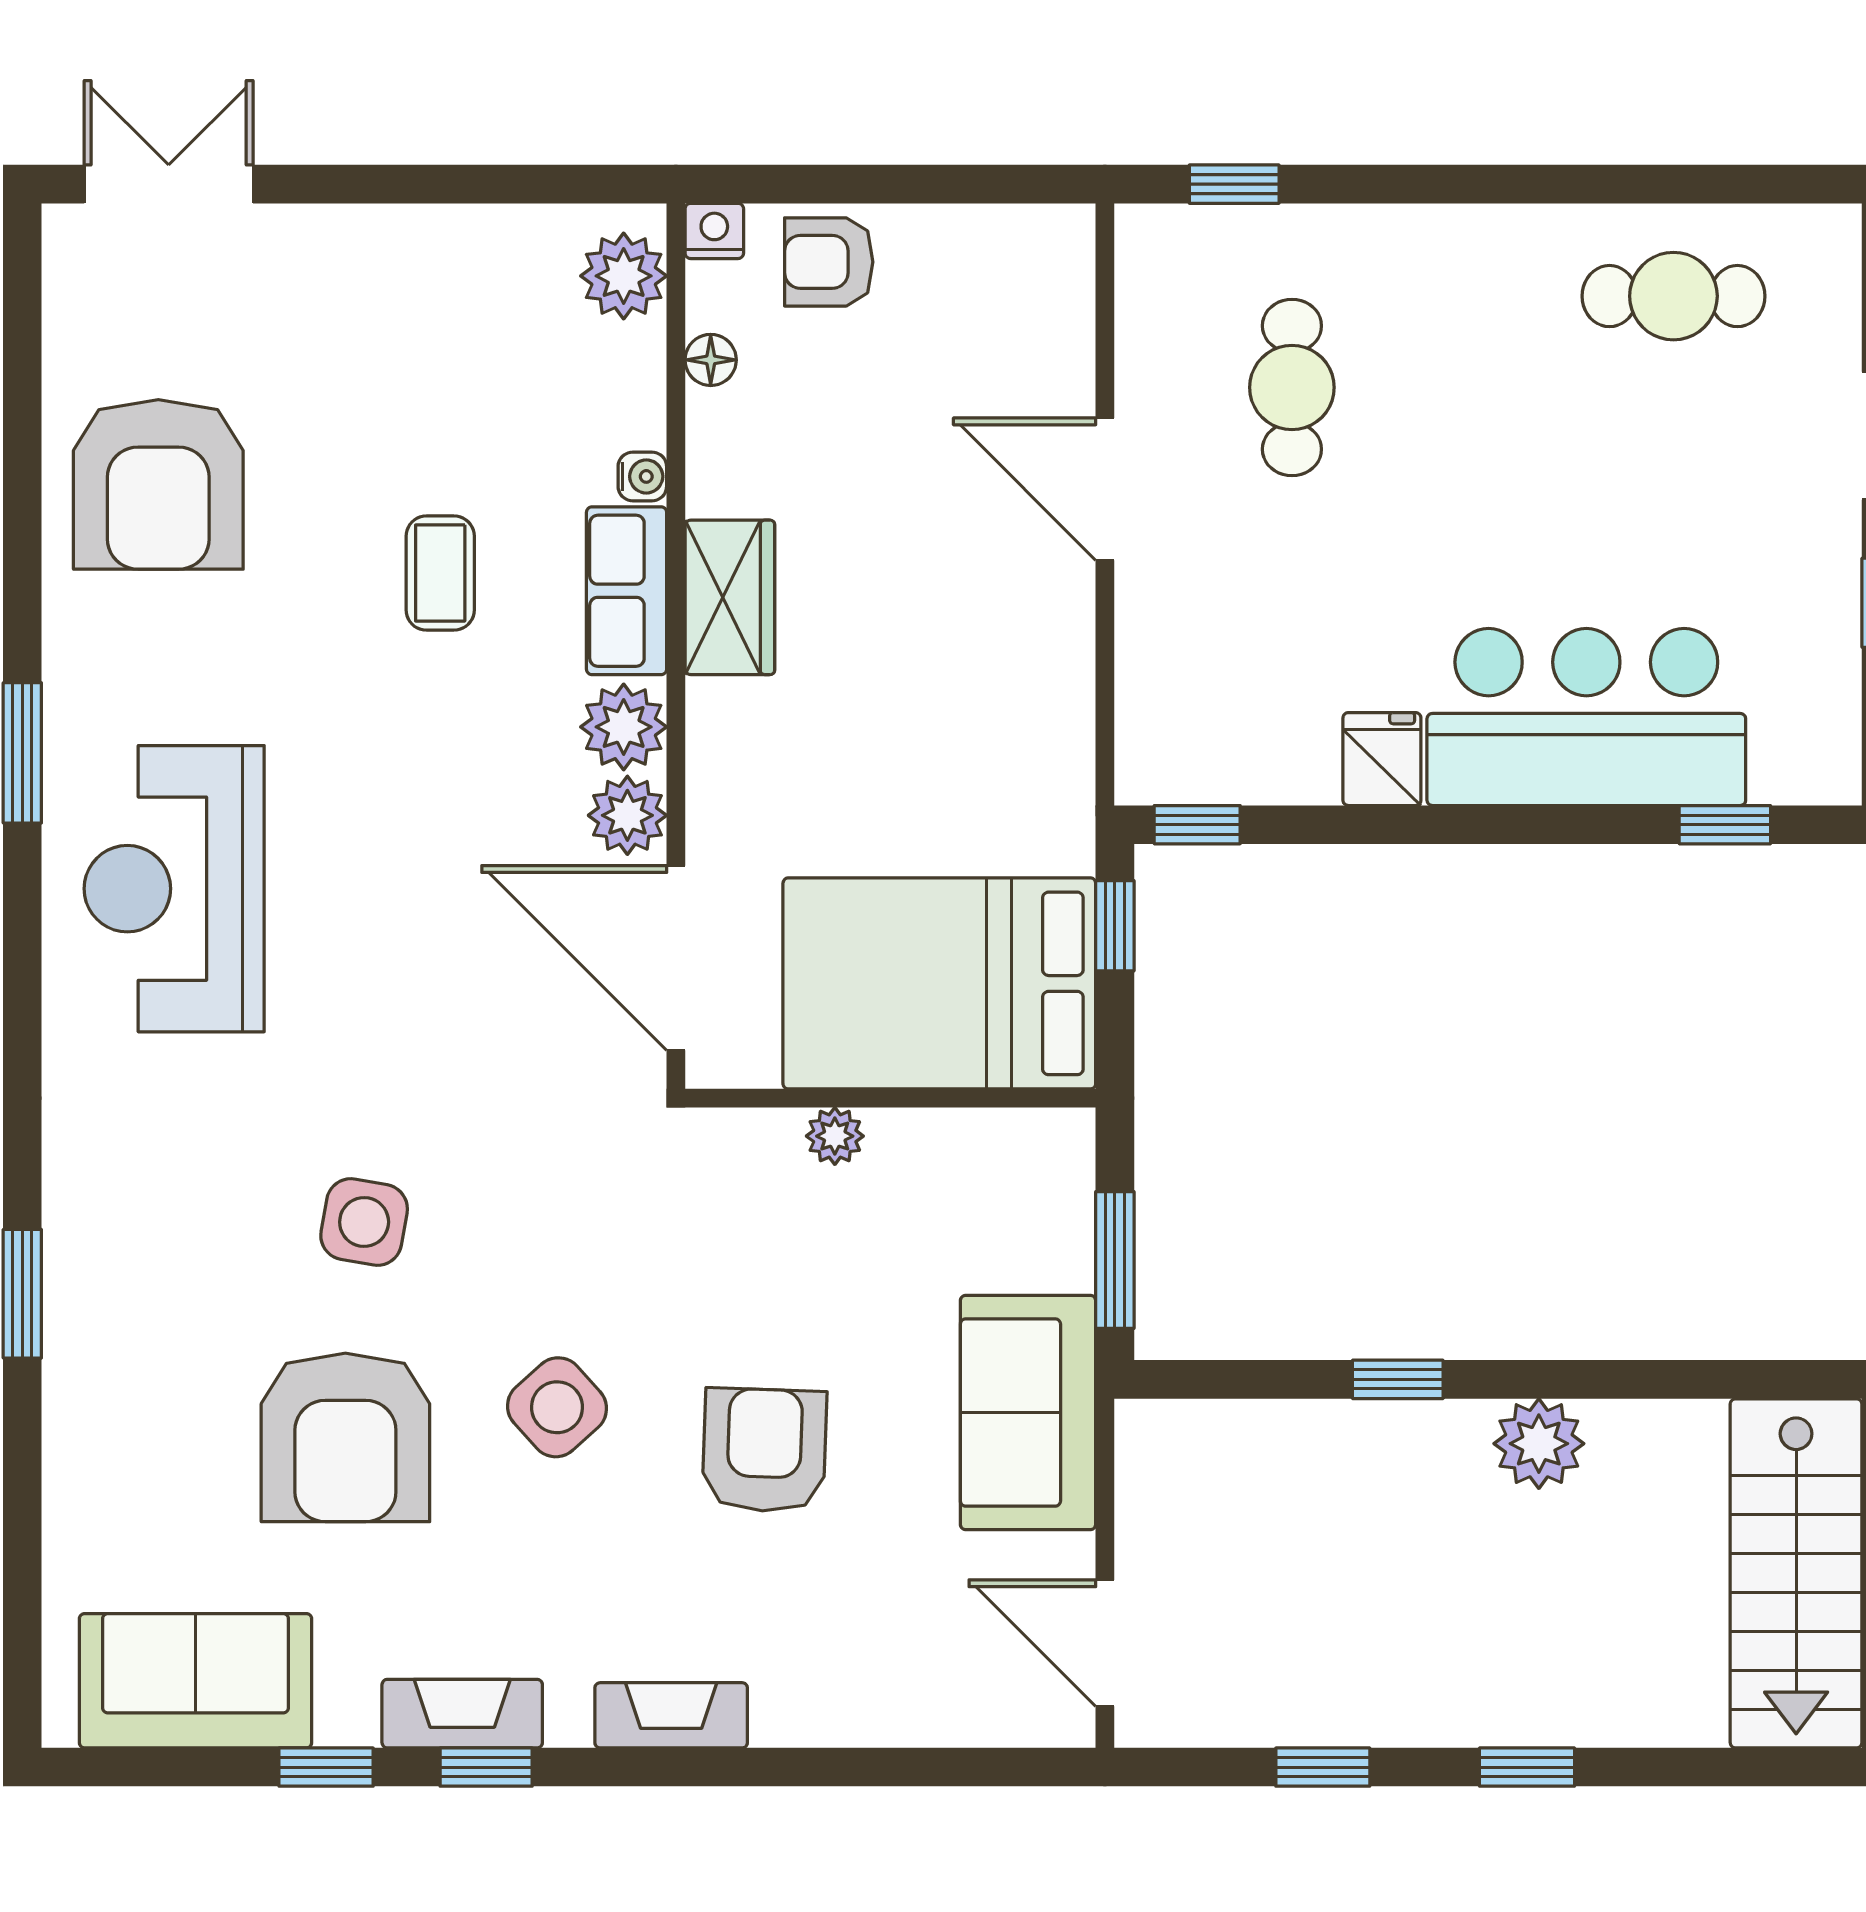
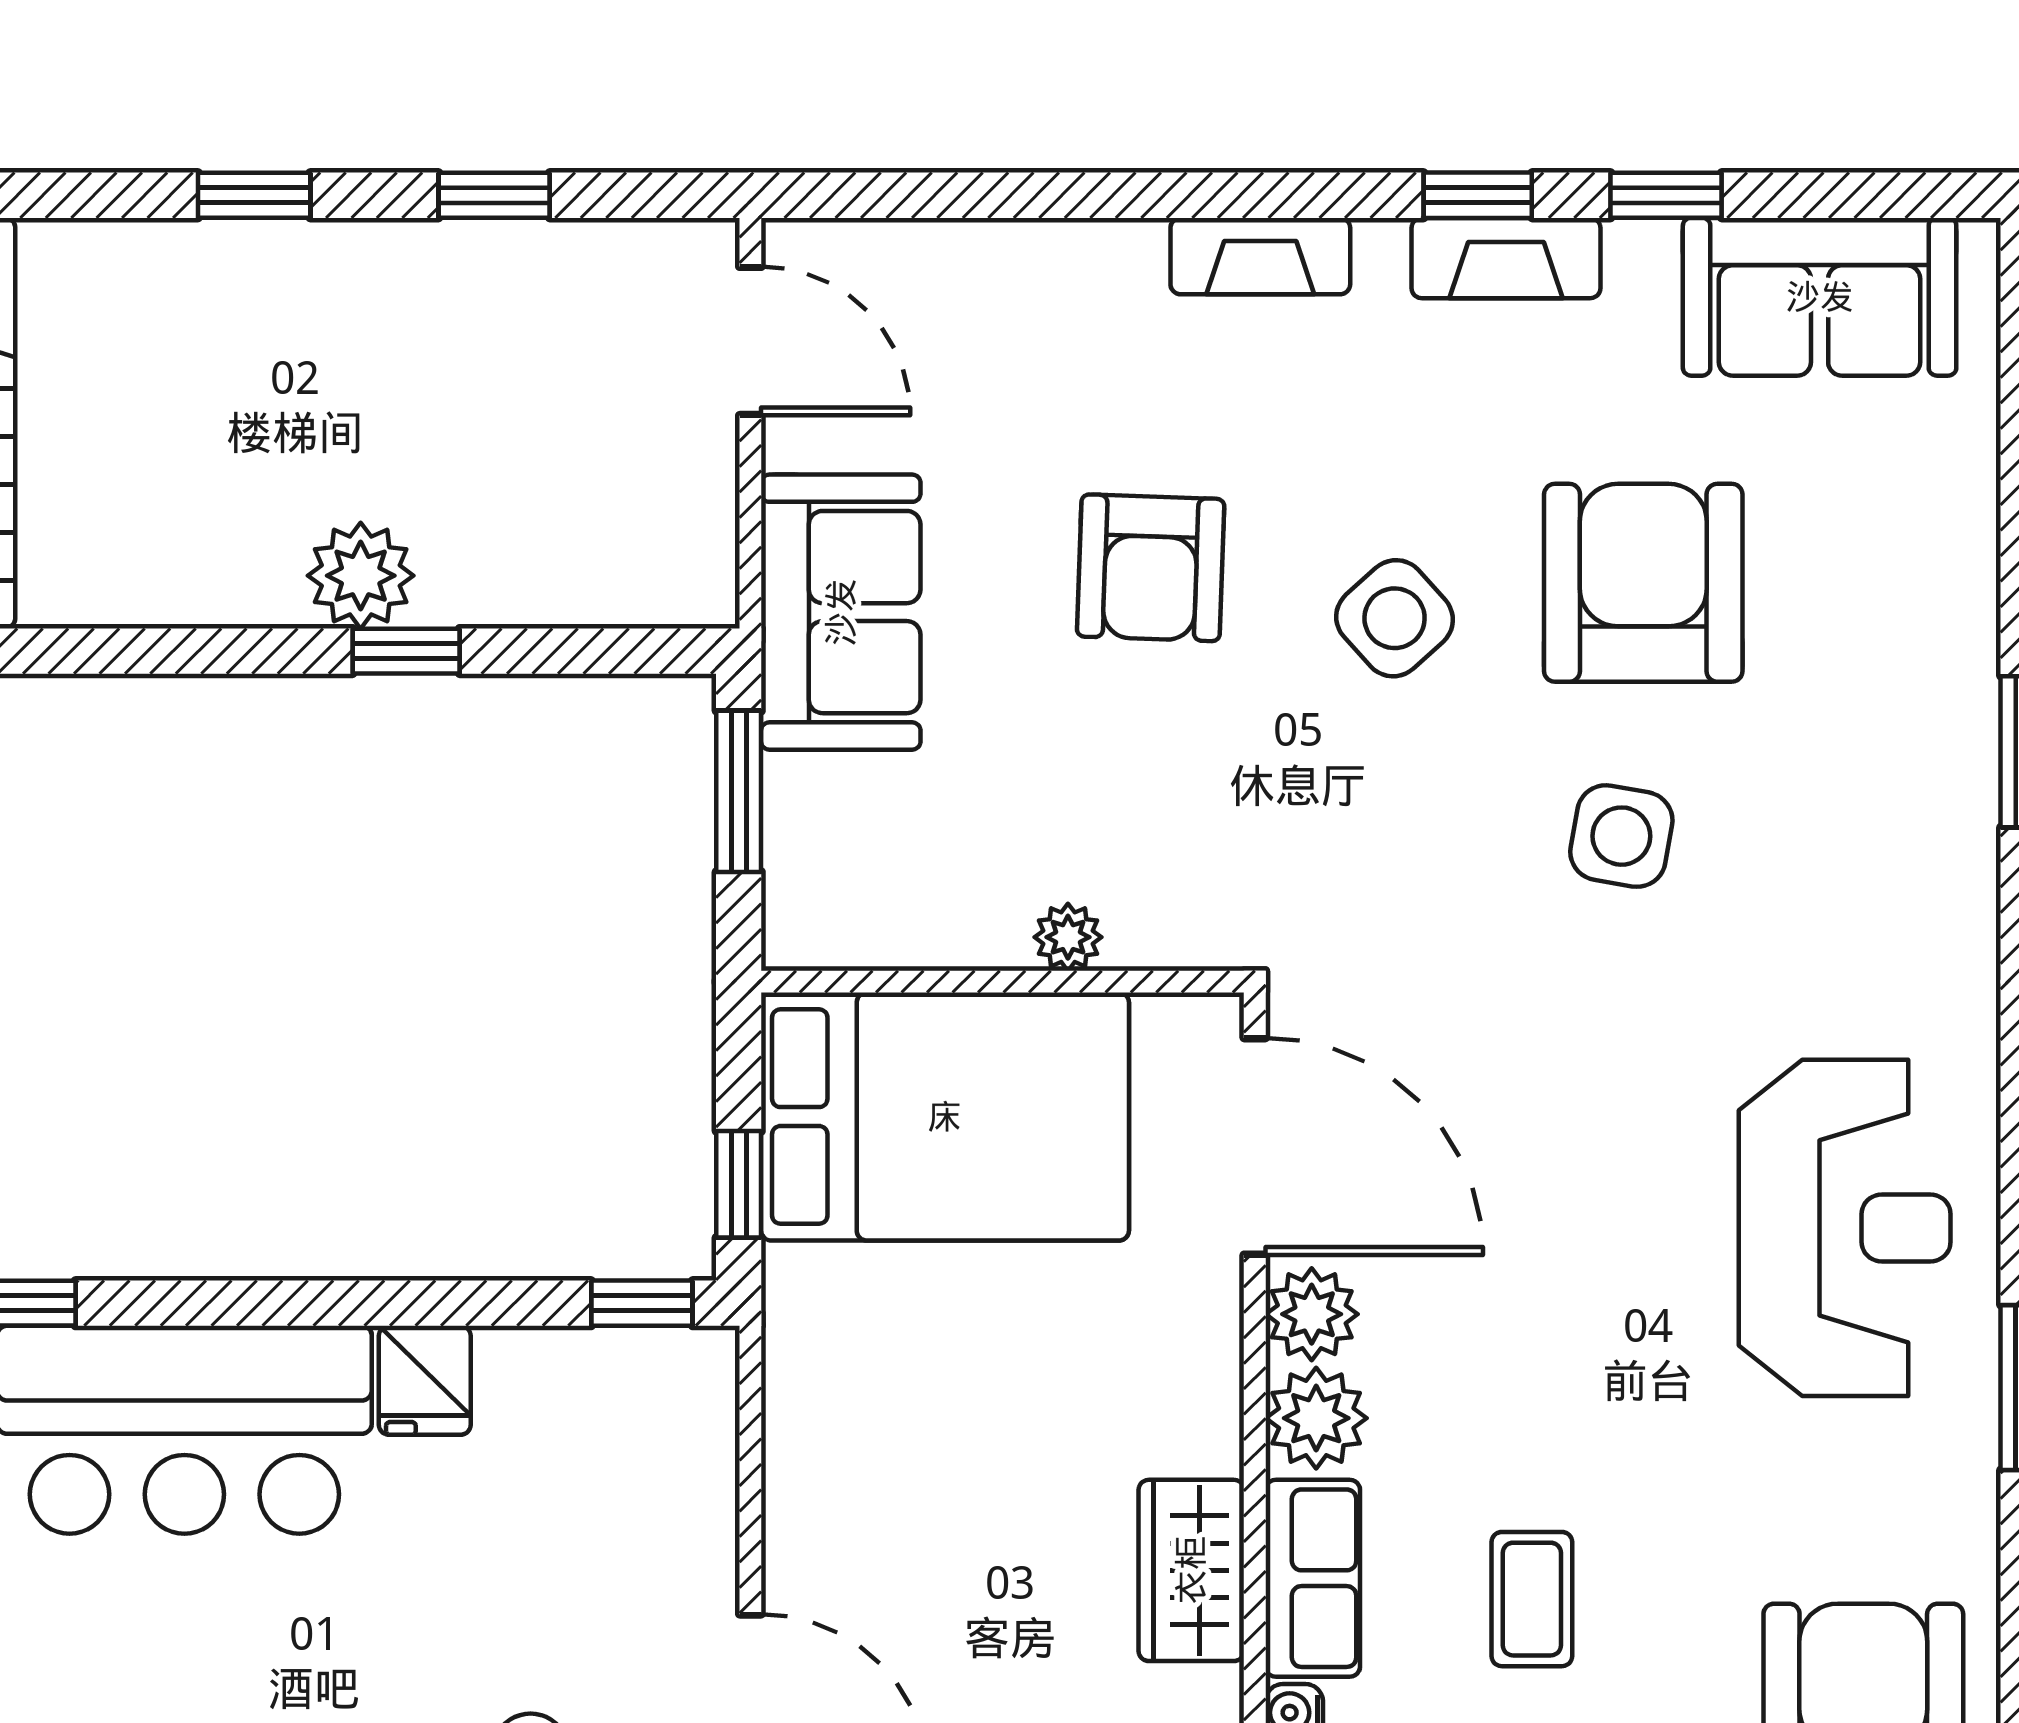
plant: (1539, 1444) -> (361, 576), moved

